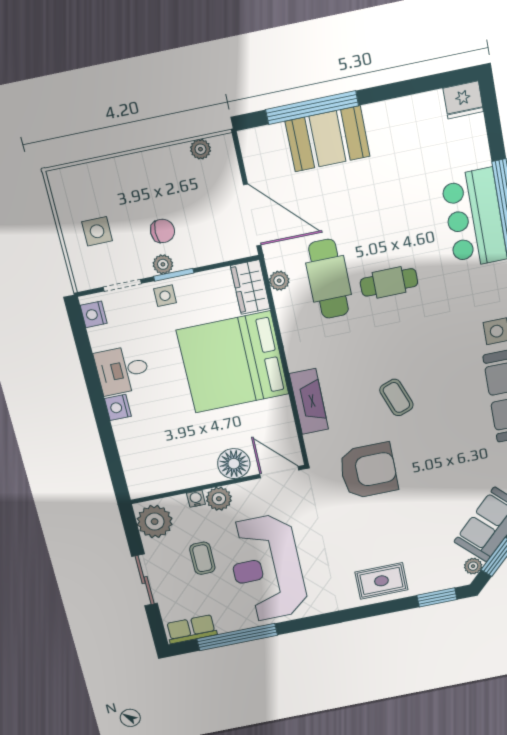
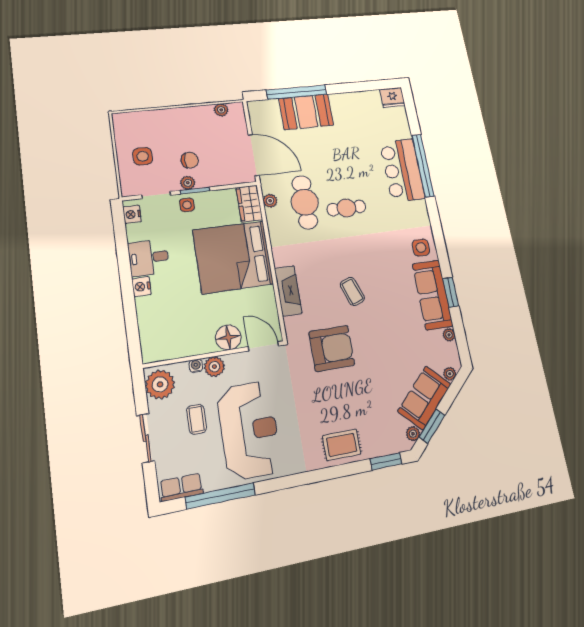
reception desk: (267, 568) -> (249, 430), turned 180

